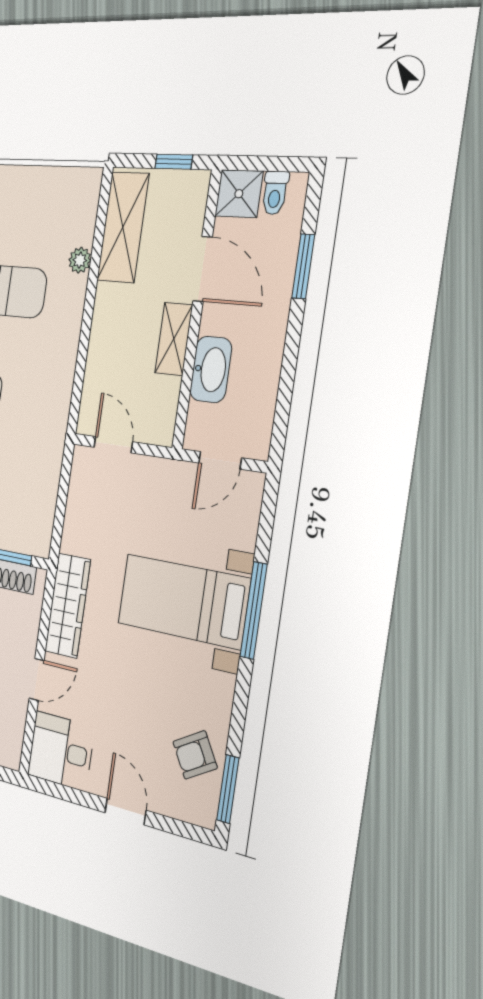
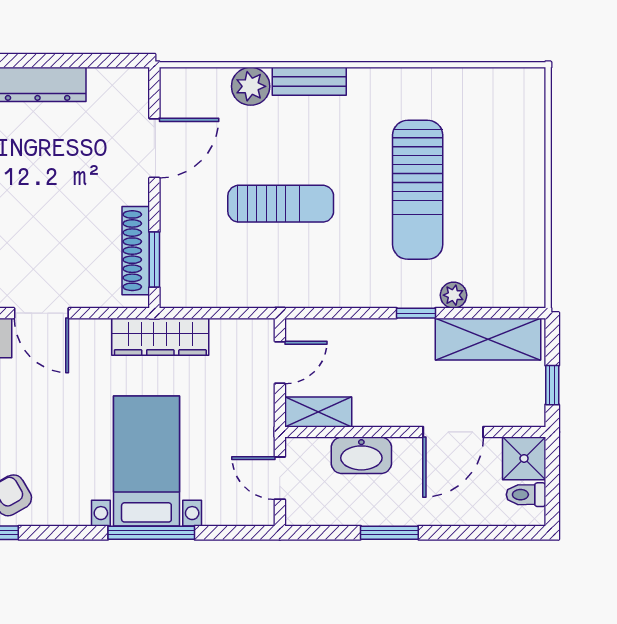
window: (303, 266) -> (389, 533), moved
window: (90, 300) -> (416, 313), added
shelving: (174, 339) -> (318, 412), moved
wardrobe: (68, 606) -> (160, 337), moved
door: (37, 679) -> (41, 313), width x1.38

